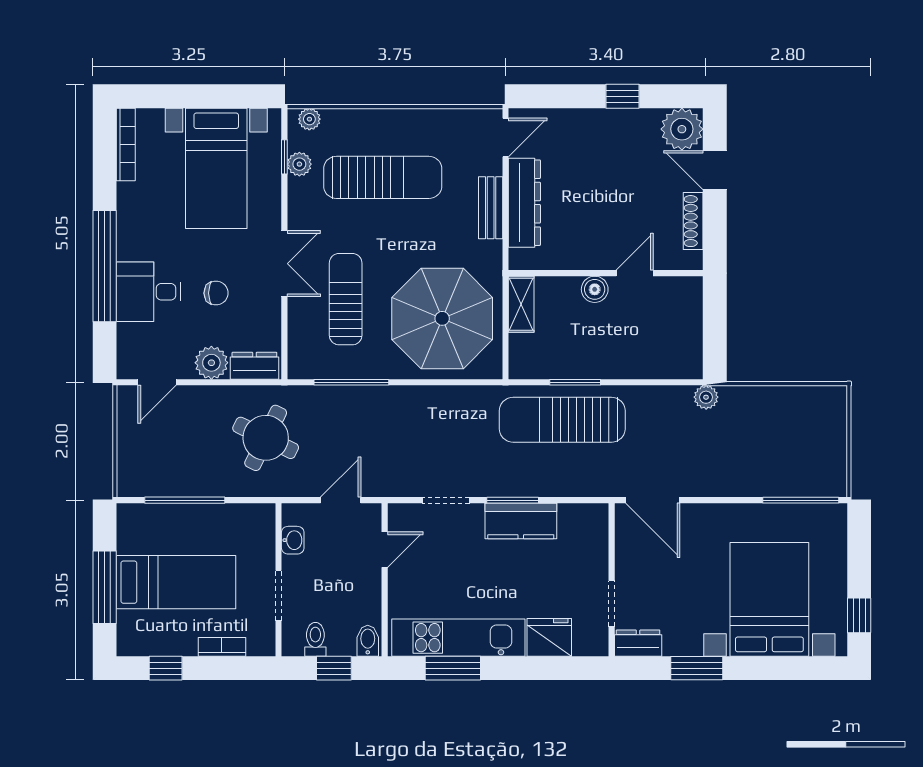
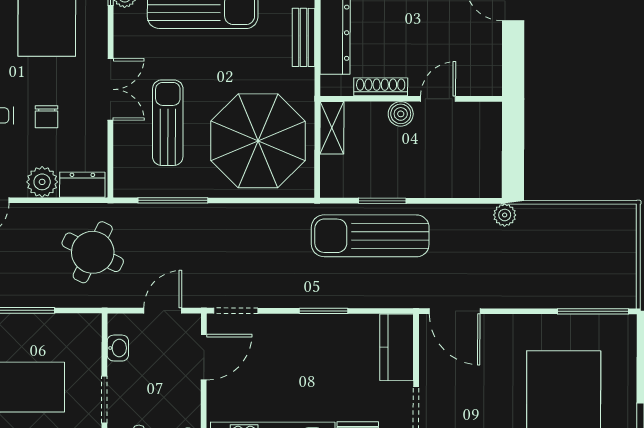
shoe rack: (693, 221) -> (381, 87), moved, turned 90
chair: (216, 293) -> (47, 117), turned 90
doorway: (446, 500) -> (236, 311), moved
kitchen counter: (521, 521) -> (397, 347), moved, turned 90
door: (385, 550) -> (204, 357), width x1.38

